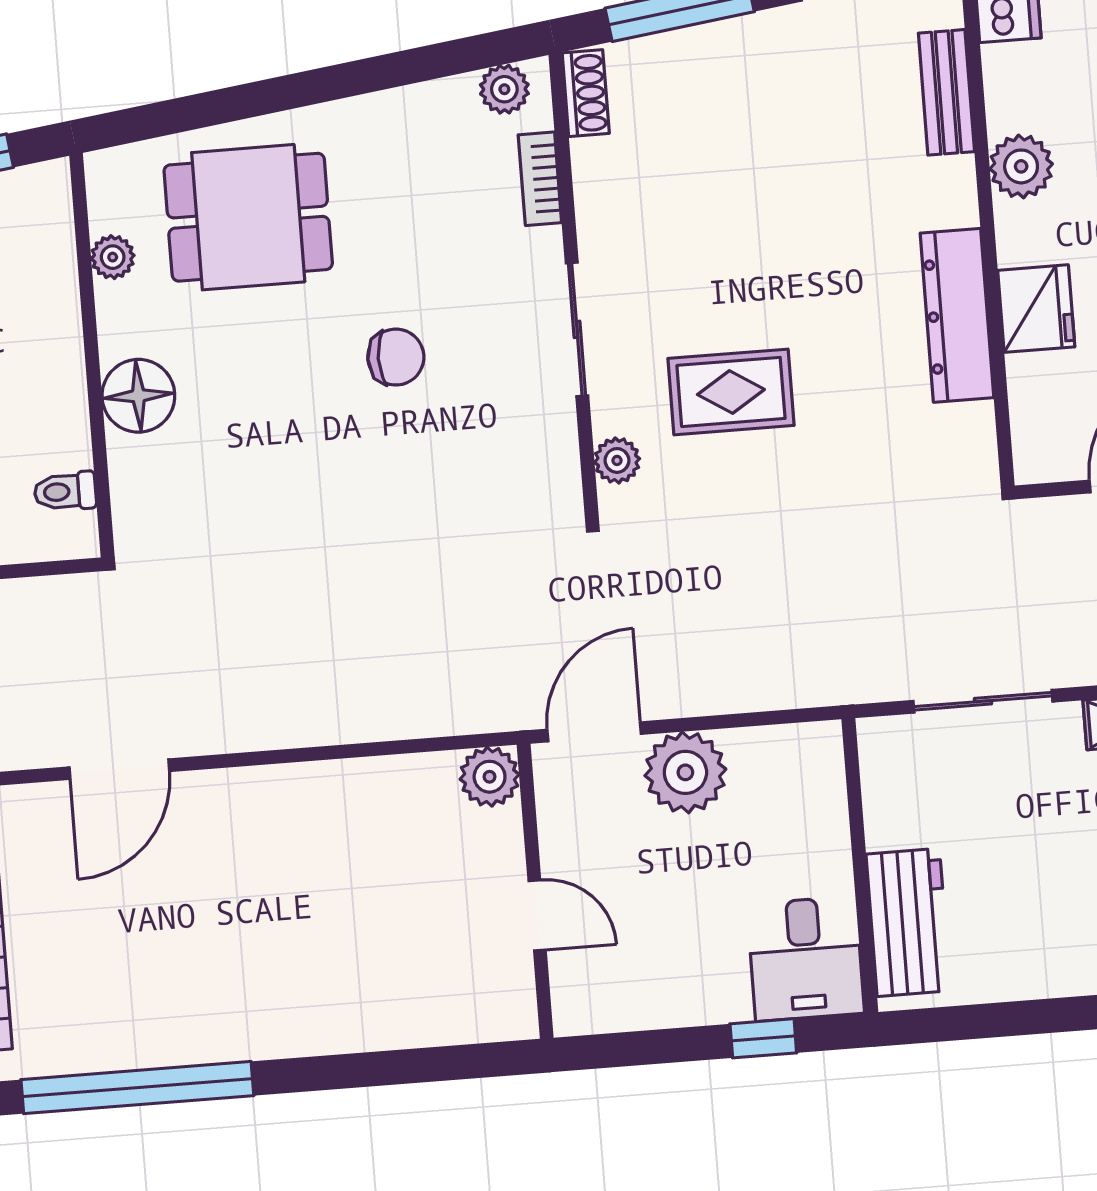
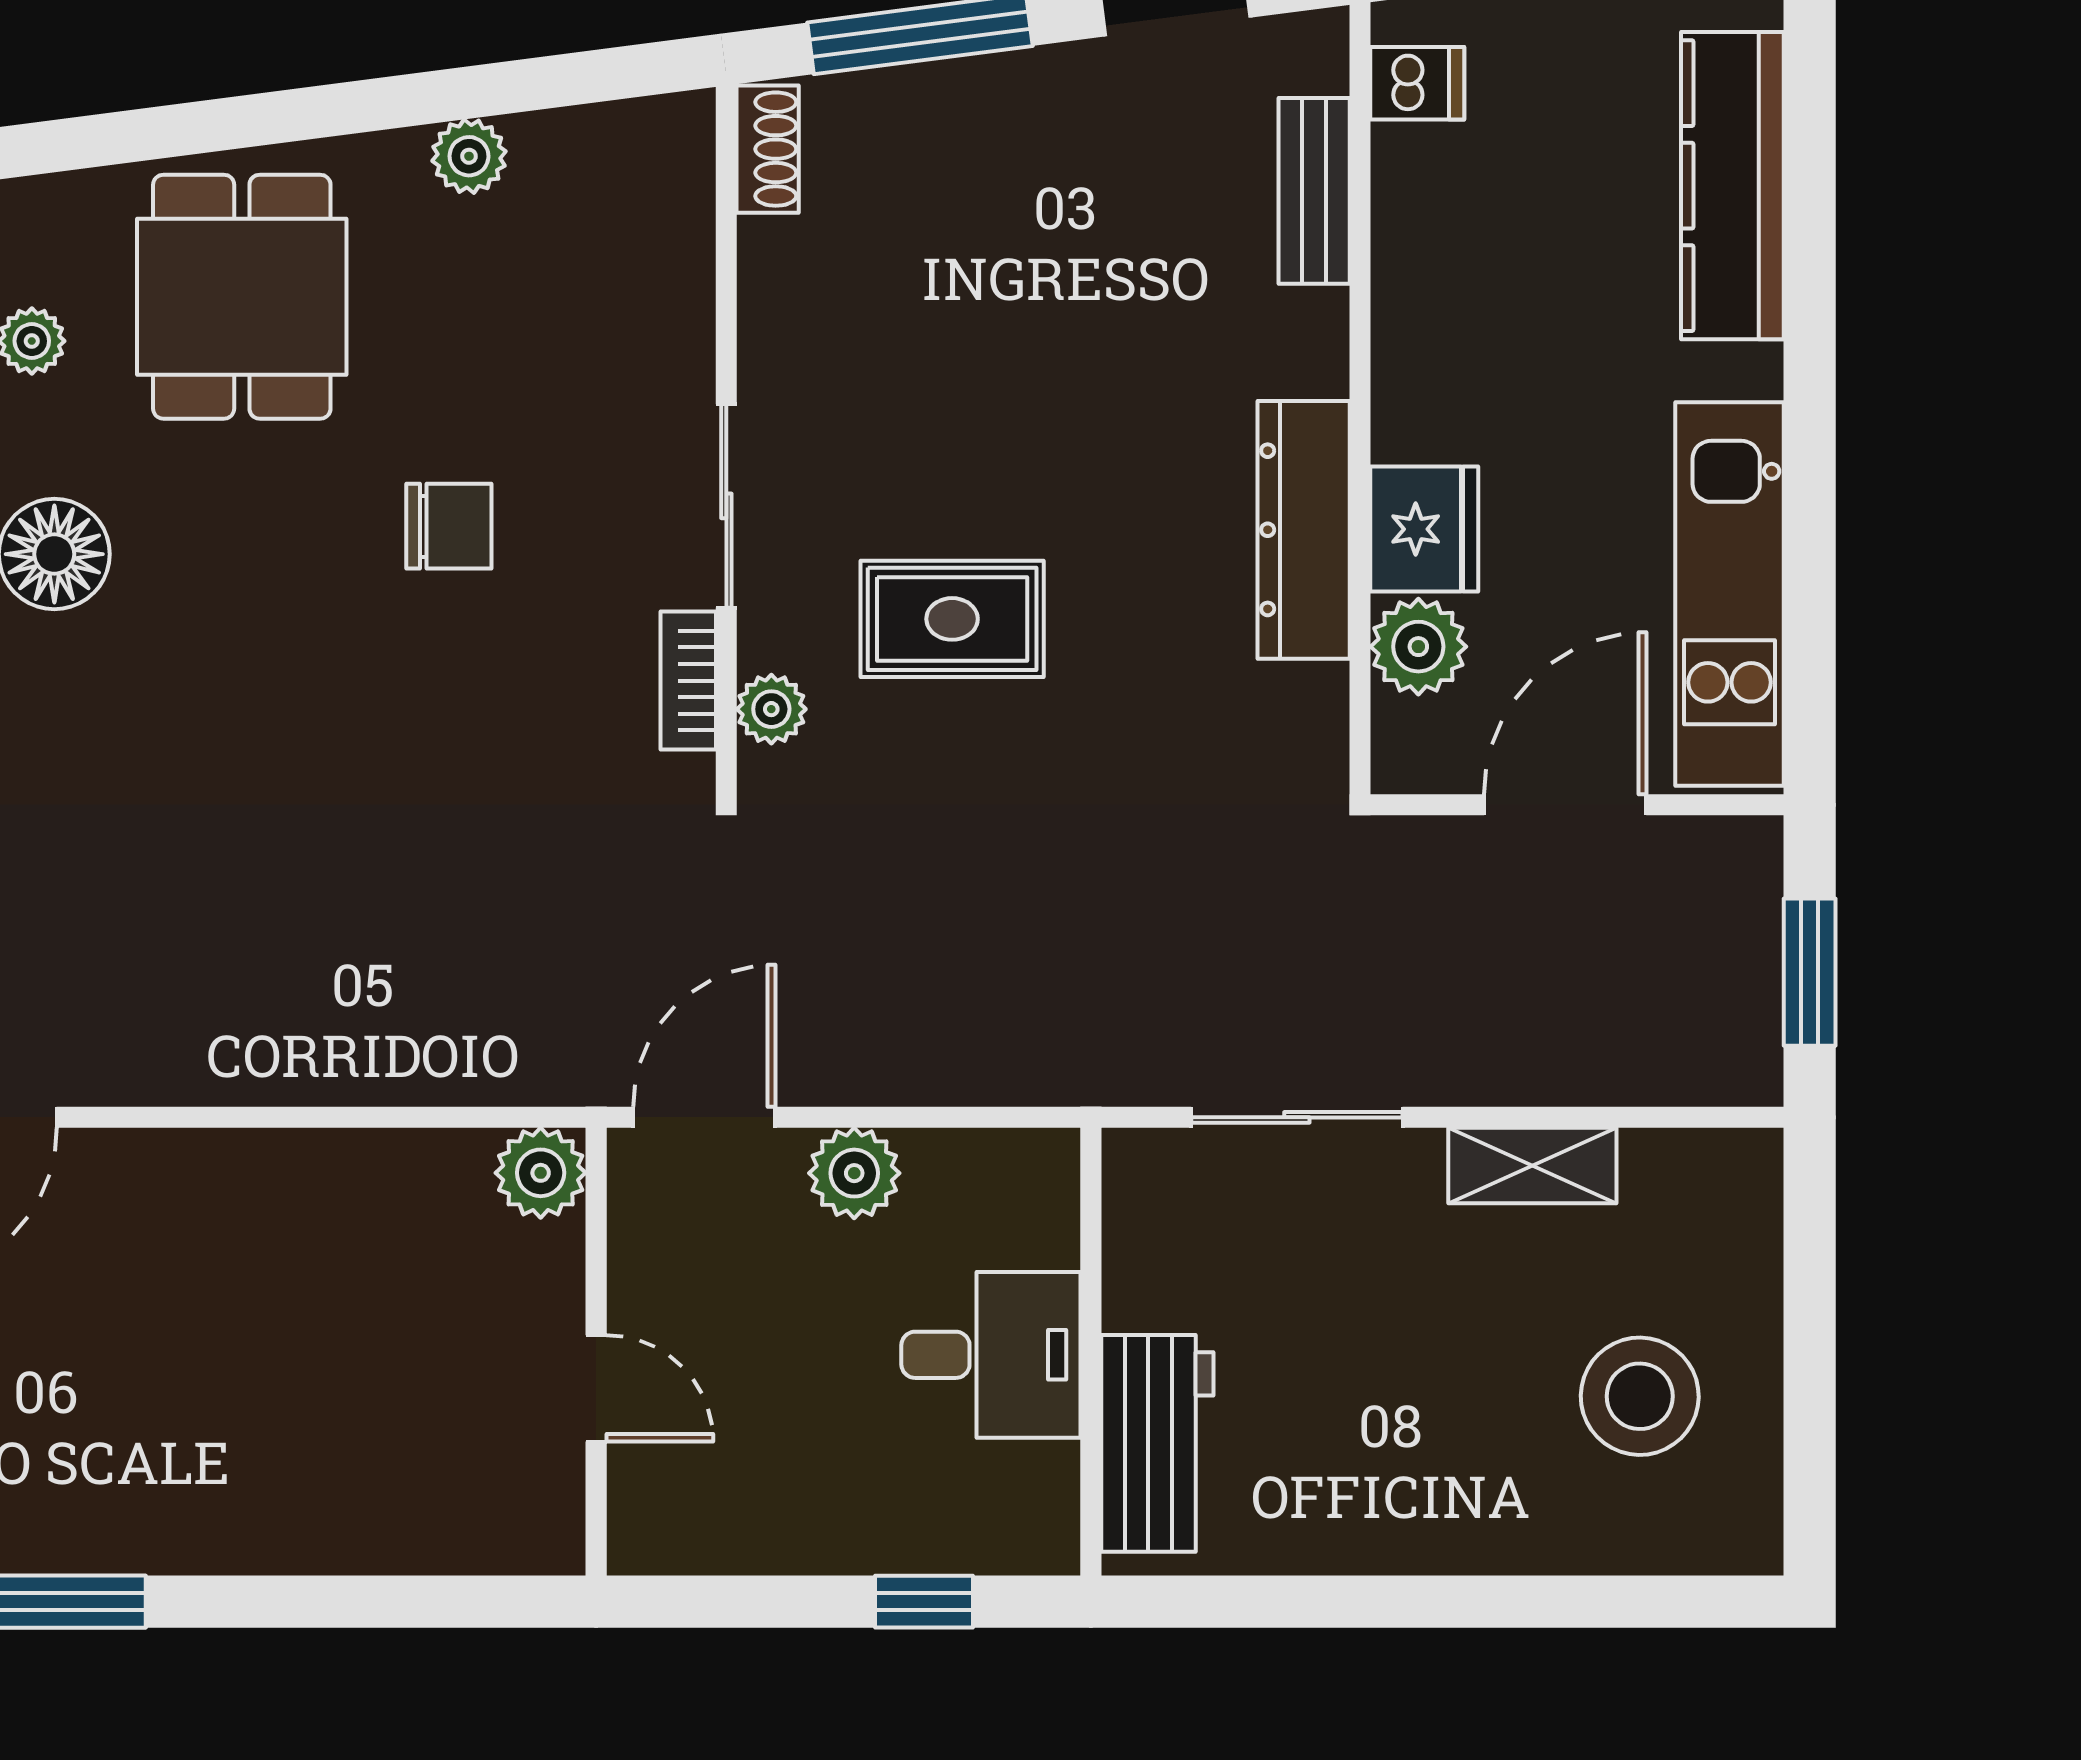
plant: (504, 89) -> (469, 156), moved
plant: (1021, 166) -> (1418, 647), moved
bookcase: (540, 179) -> (688, 681), moved
dining table: (248, 217) -> (242, 297), turned 90
plant: (685, 772) -> (854, 1173), width x0.73, depth x0.73
desk: (806, 959) -> (991, 1355), moved, turned -90

